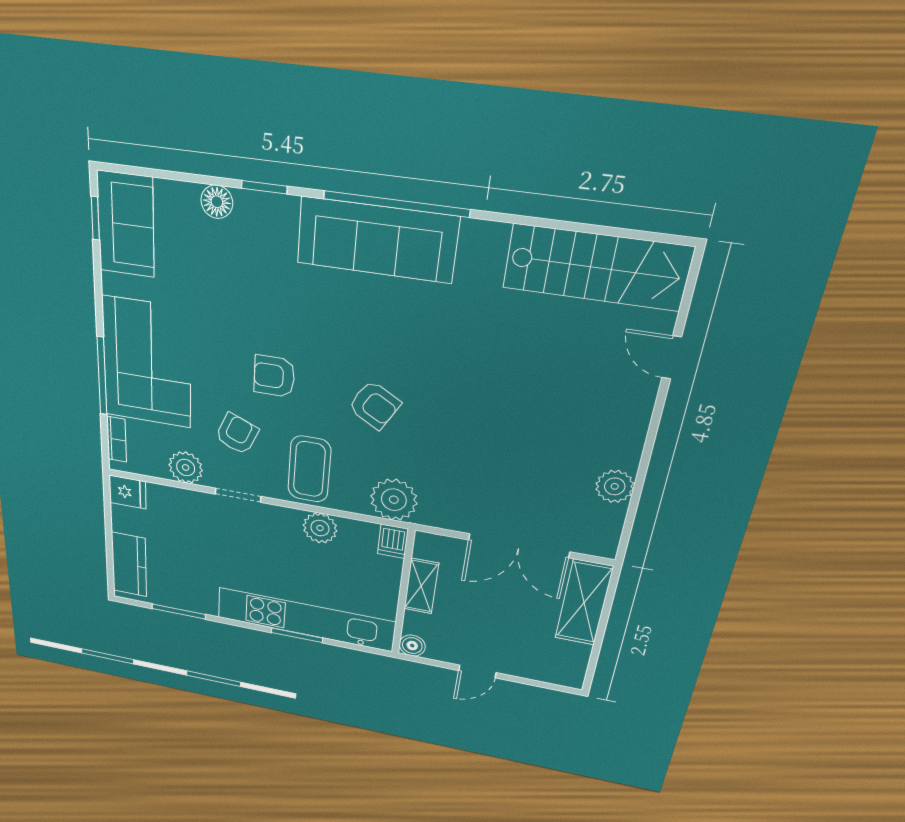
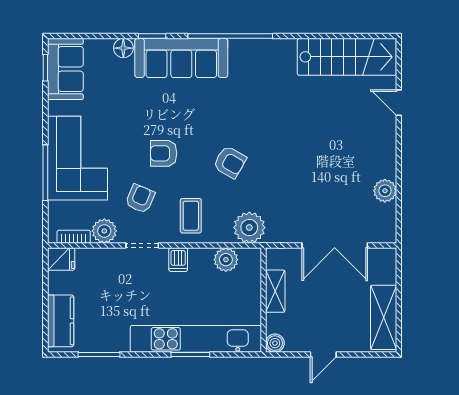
sofa: (377, 240) -> (181, 58), moved
bookcase: (117, 439) -> (74, 237), moved, turned -90
coffee table: (309, 469) -> (191, 216), width x0.73, depth x0.77
plant: (320, 528) -> (226, 260), moved
dishwasher: (393, 541) -> (178, 260), moved
shelving: (584, 603) -> (384, 317), moved

